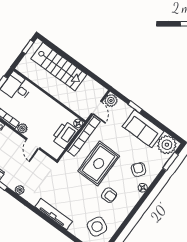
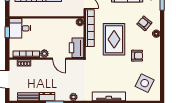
printer: (65, 135) -> (76, 48), moved

